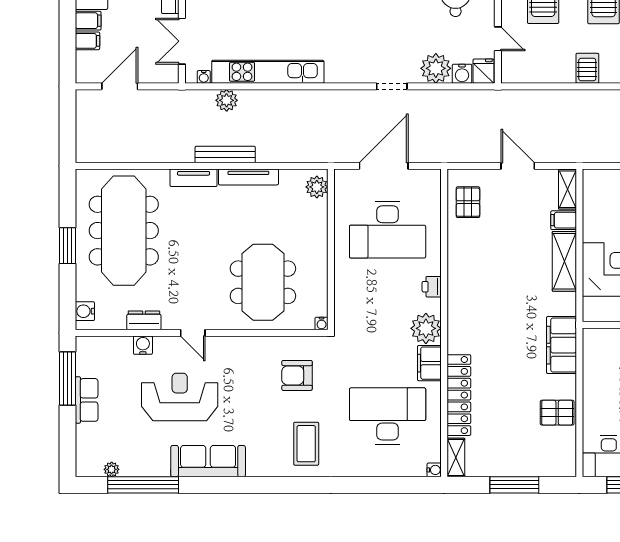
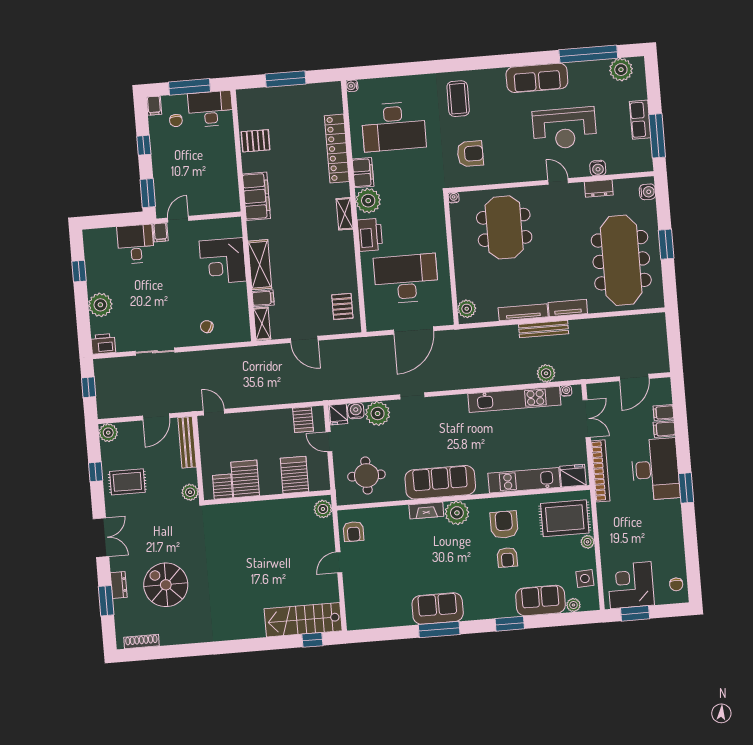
server rack: (587, 68) -> (303, 420), moved
printer: (432, 287) -> (370, 235), width x1.87, depth x1.48
shelving: (456, 458) -> (345, 214), moved
plant: (112, 469) -> (621, 70), width x1.88, depth x1.88

